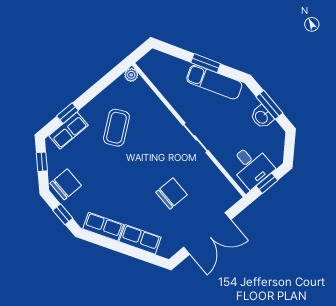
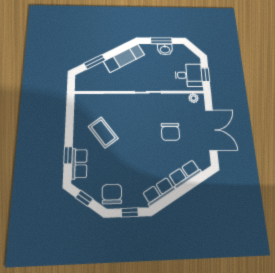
window: (206, 63) -> (95, 62), moved
plant: (131, 75) -> (193, 98), moved
chair: (171, 194) -> (170, 132), turned 180

